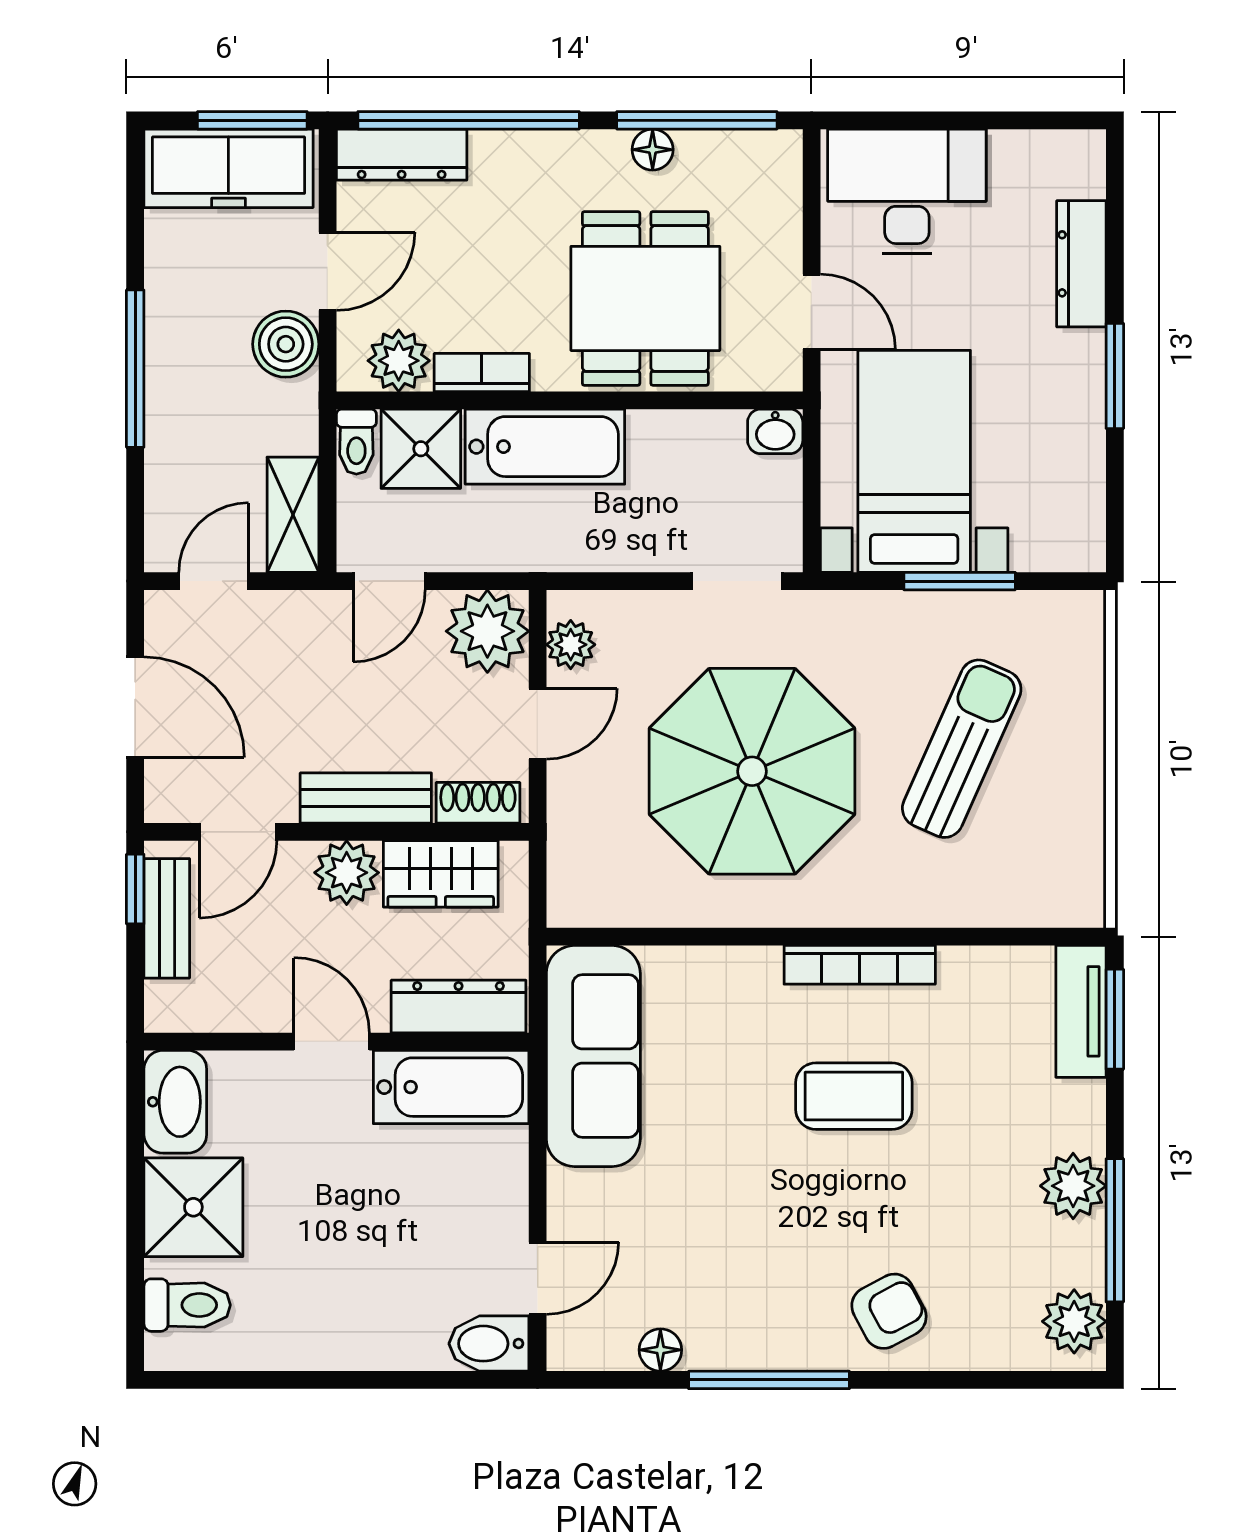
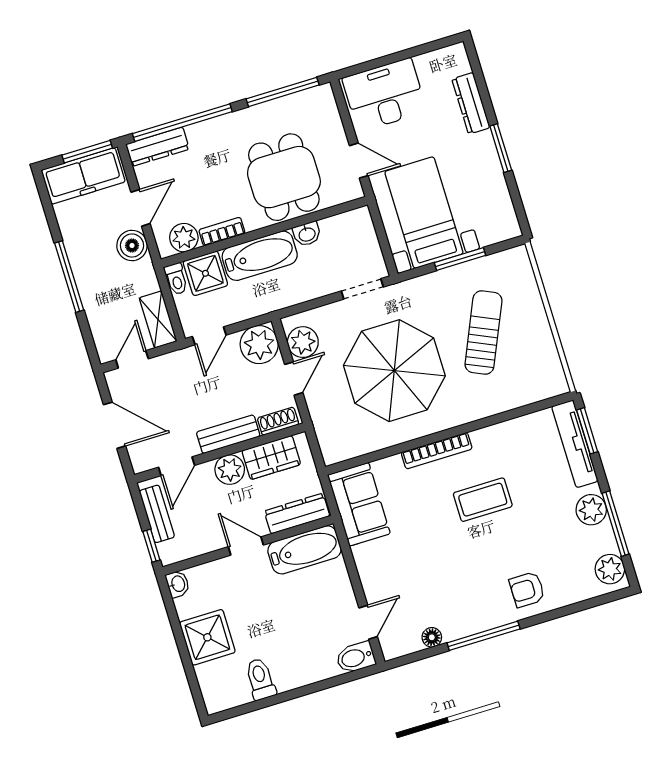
floor lamp: (653, 150) -> (267, 111), removed
washbasin: (775, 431) -> (307, 234), moved
plant: (571, 645) -> (303, 342), width x1.38, depth x1.38
window: (135, 889) -> (151, 546), moved
bookcase: (860, 965) -> (437, 451), moved
tv unit: (1081, 1011) -> (575, 444), width x1.41
sofa: (593, 1056) -> (359, 504), width x0.73
washbasin: (175, 1102) -> (178, 584), width x0.52, depth x0.69
toilet: (187, 1305) -> (260, 679), moved, turned -90
armchair: (889, 1311) -> (527, 590), turned -152

